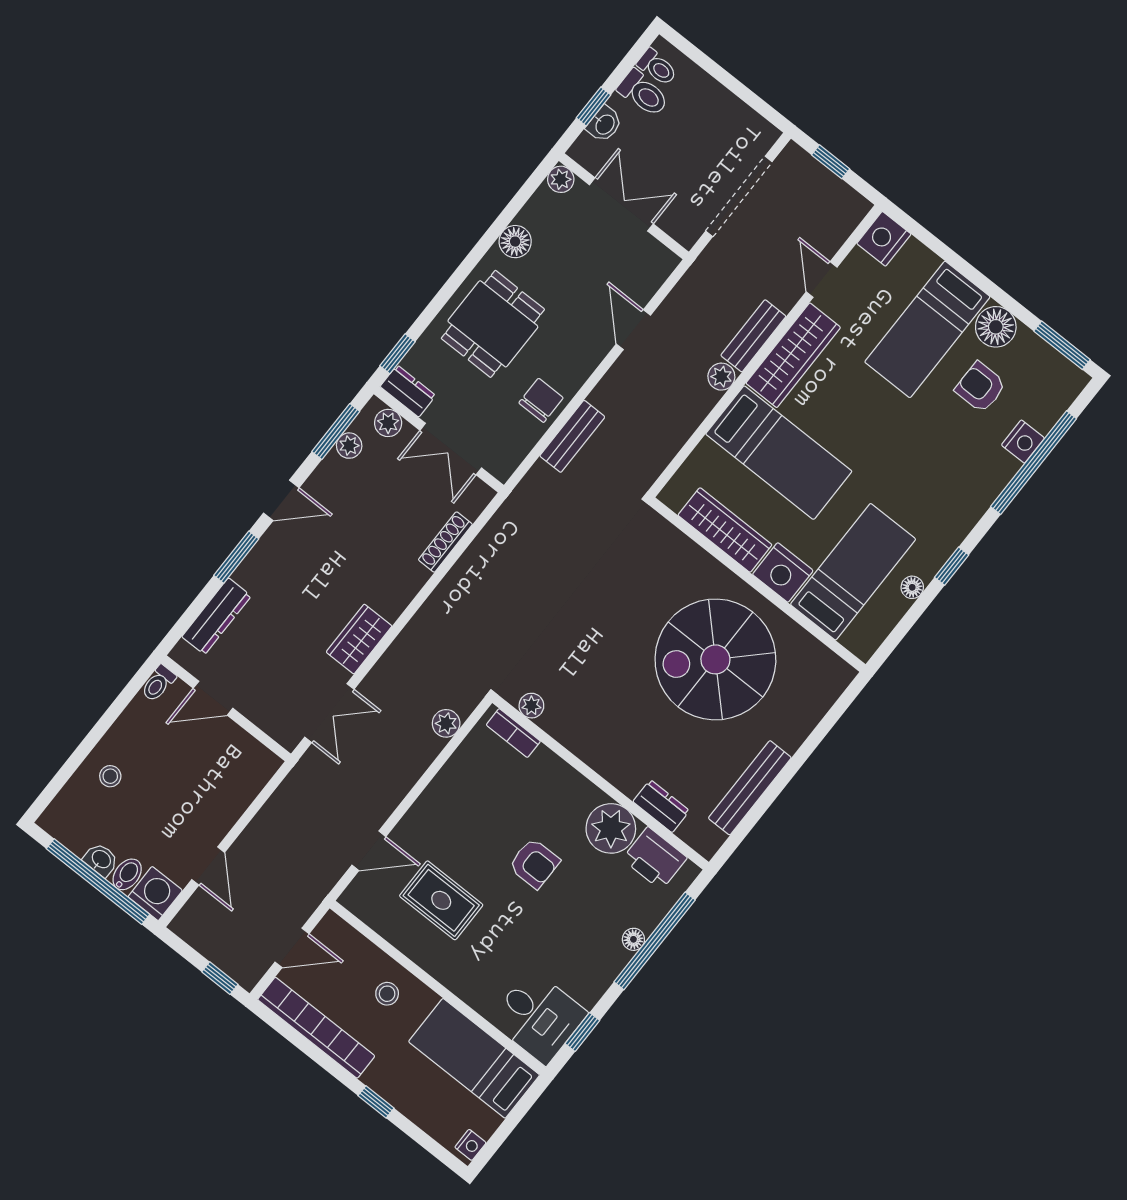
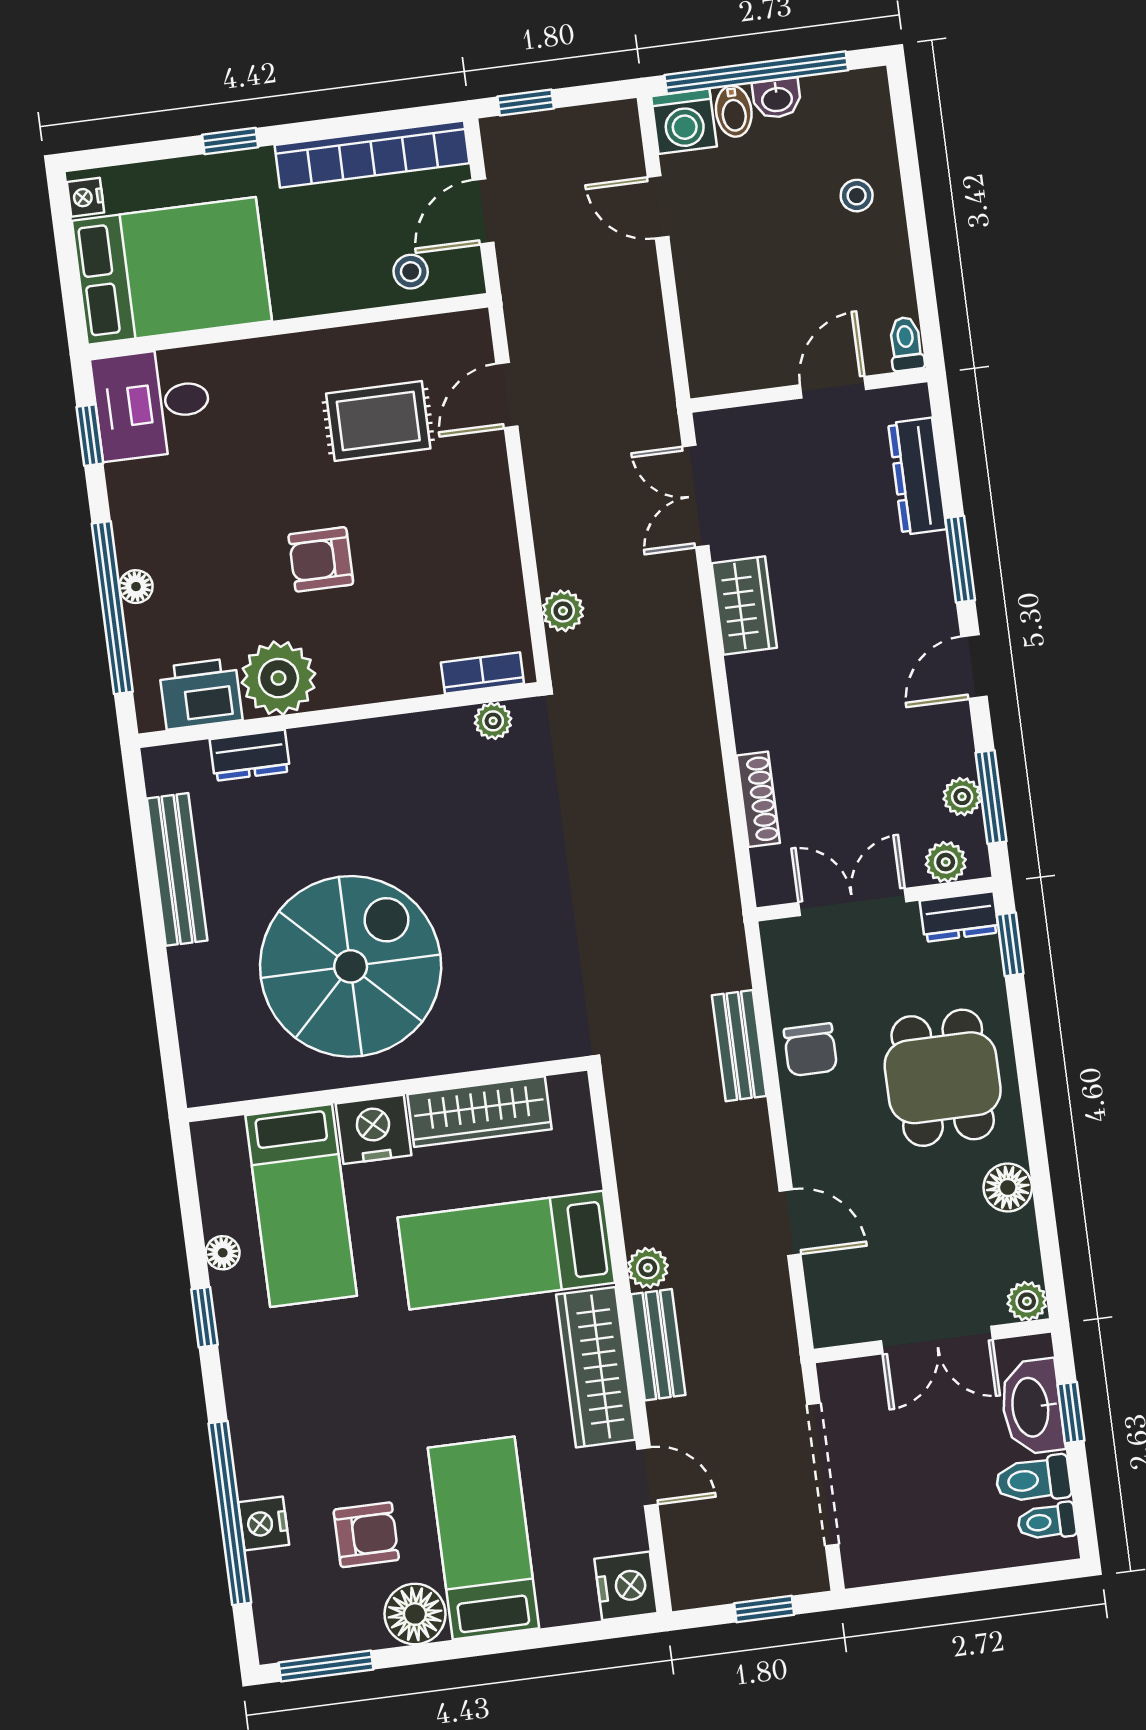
washbasin: (604, 124) -> (1032, 1407), width x1.91, depth x1.45
stool: (387, 994) -> (411, 272), moved
bed: (474, 1058) -> (172, 271), width x1.50

